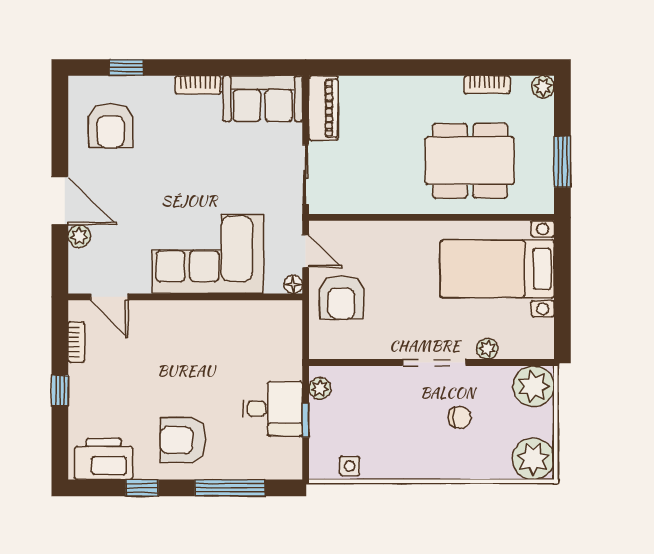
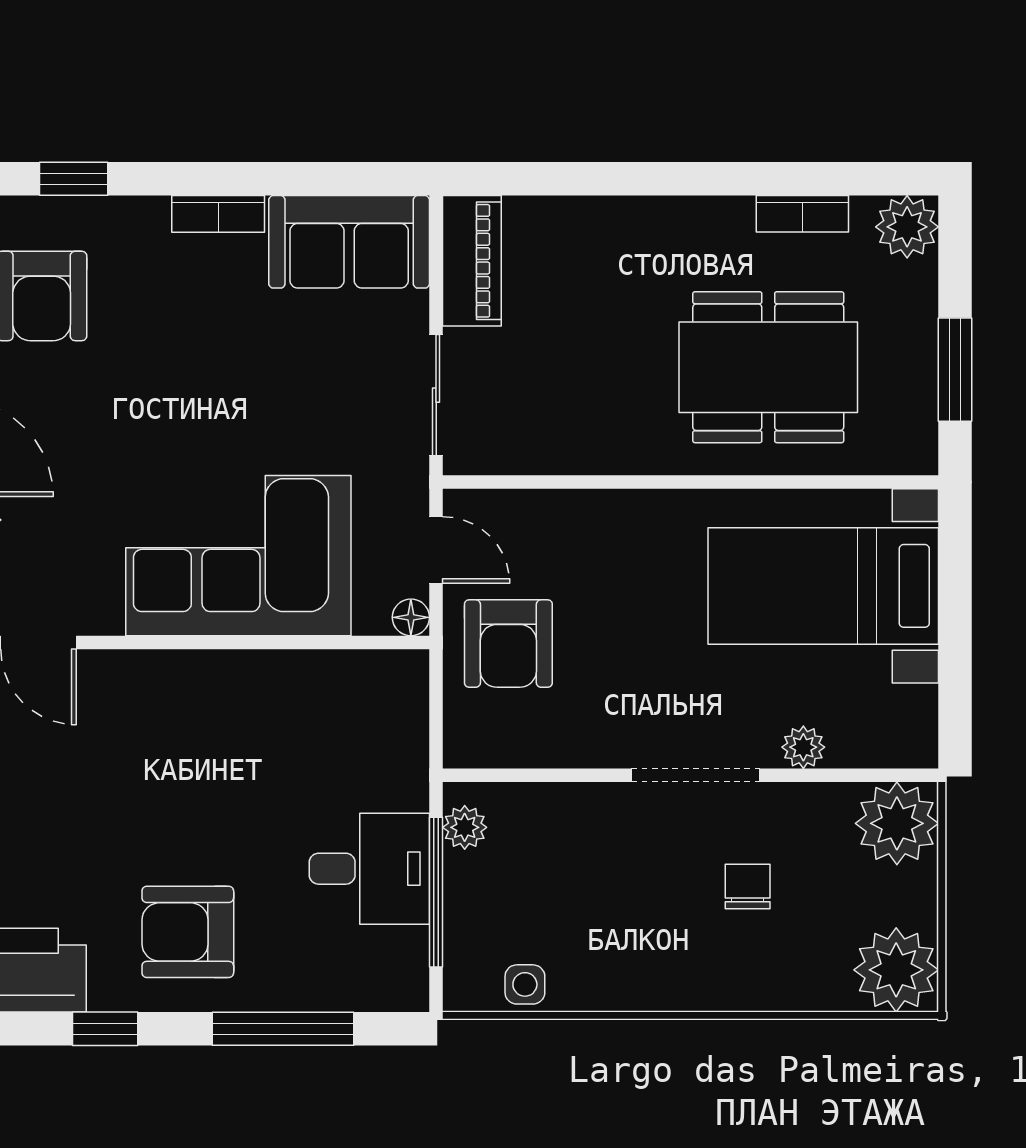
plant: (543, 87) -> (907, 227), width x1.38, depth x1.38
chair: (460, 418) -> (748, 886), turned -90
window: (306, 420) -> (436, 892), width x2.17

